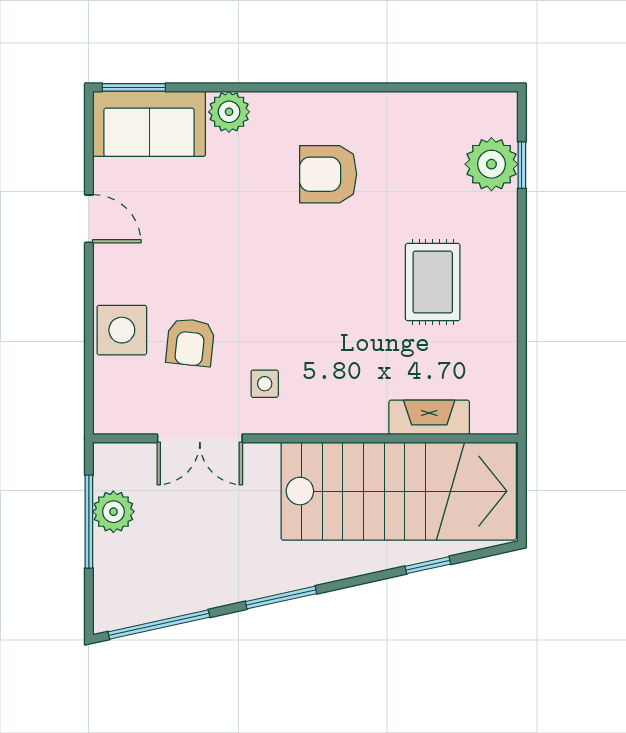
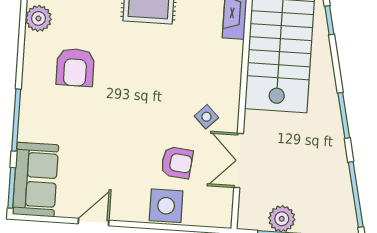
window: (240, 87) -> (16, 120), added
plant: (229, 112) -> (38, 18), moved
side table: (265, 384) -> (206, 117), turned 45
double door: (200, 438) -> (239, 160), swing flipped

